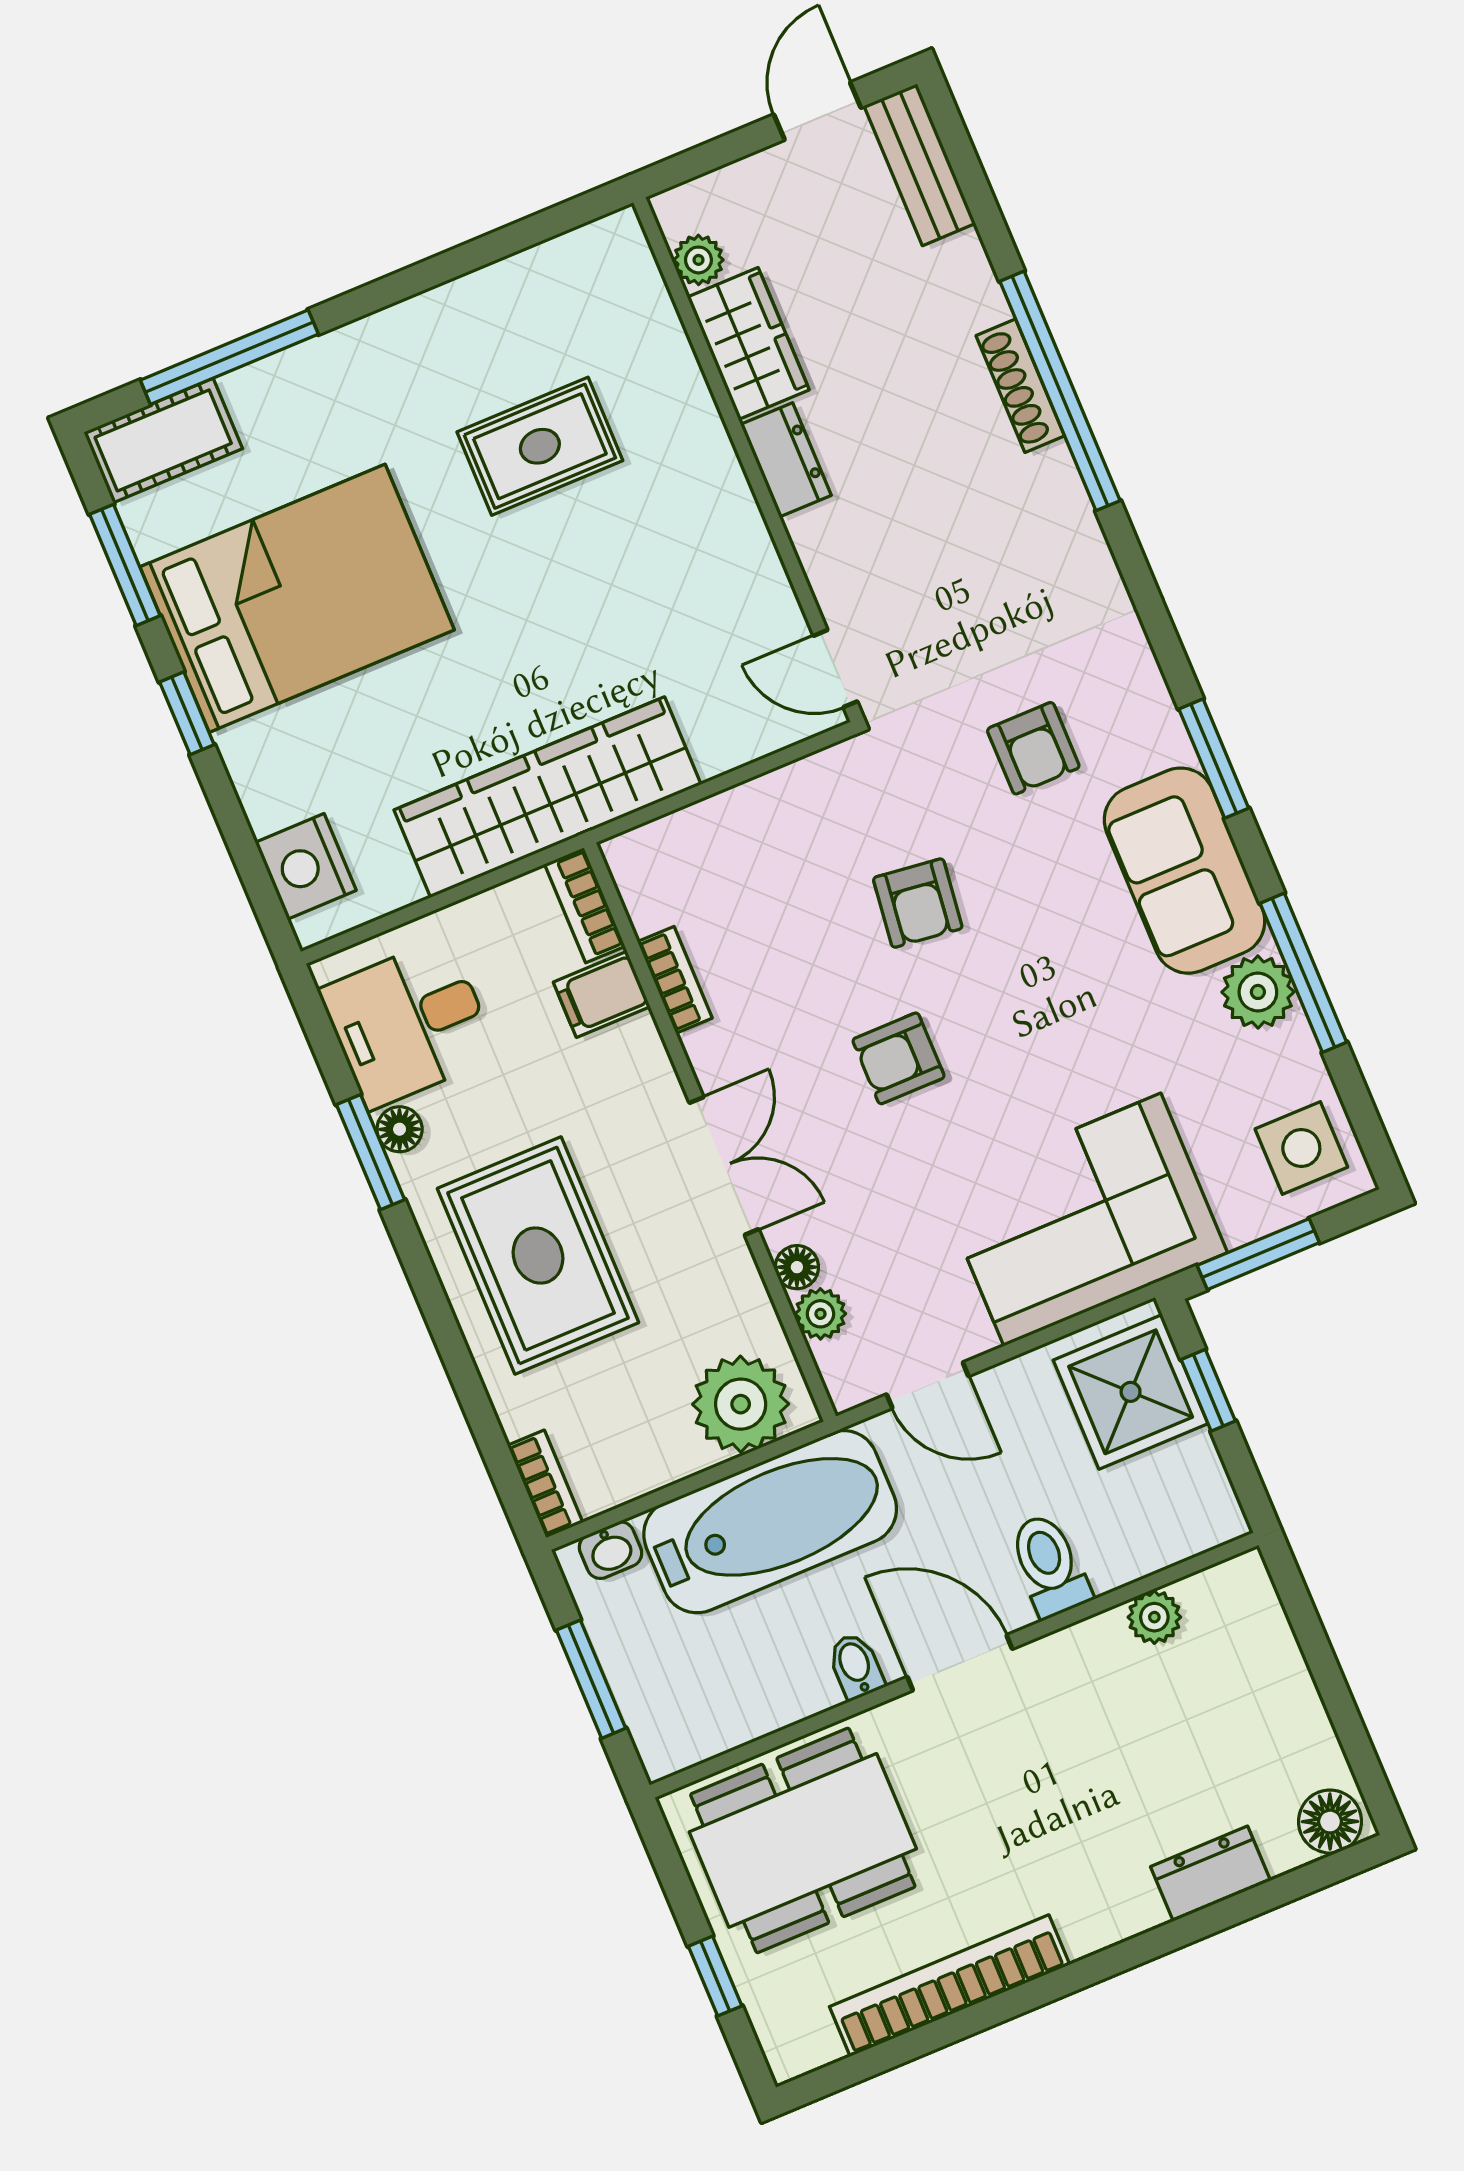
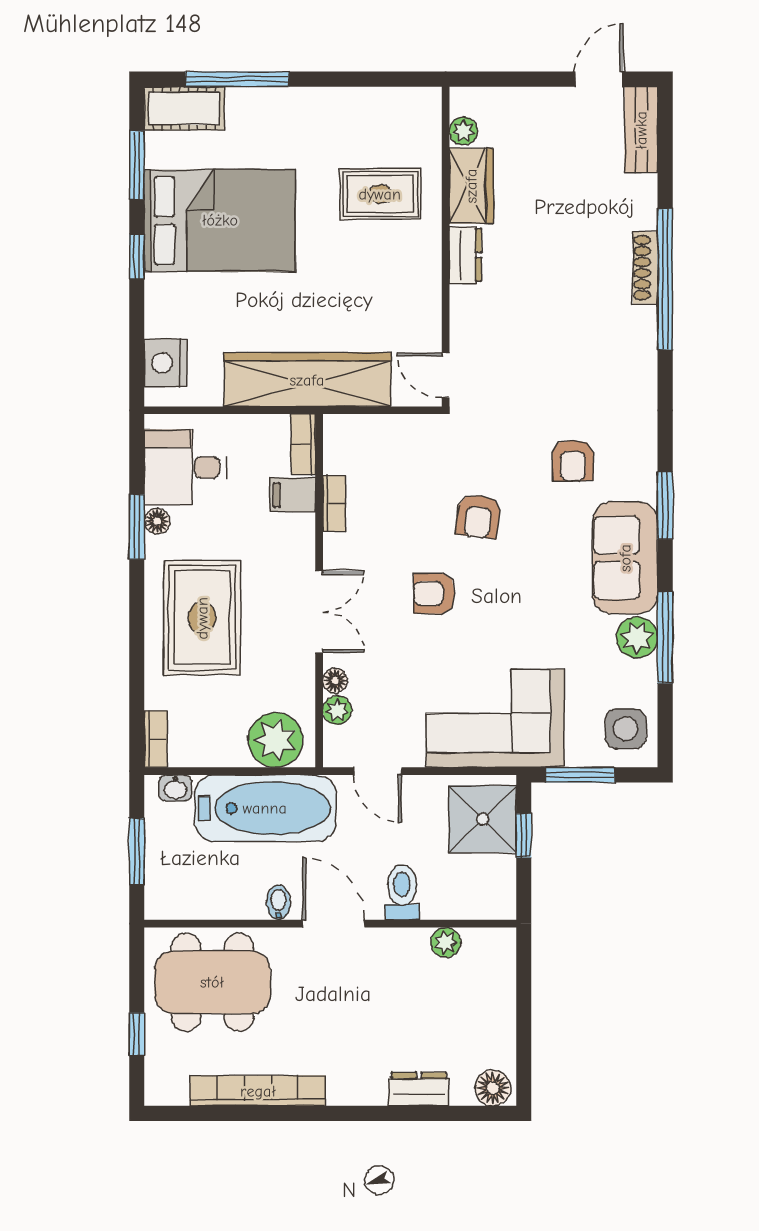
plant: (698, 260) -> (463, 131), moved
wardrobe: (748, 344) -> (471, 186), moved
wall: (748, 460) -> (446, 247), moved
dresser: (786, 460) -> (465, 255), moved
door: (835, 669) -> (446, 375), moved

